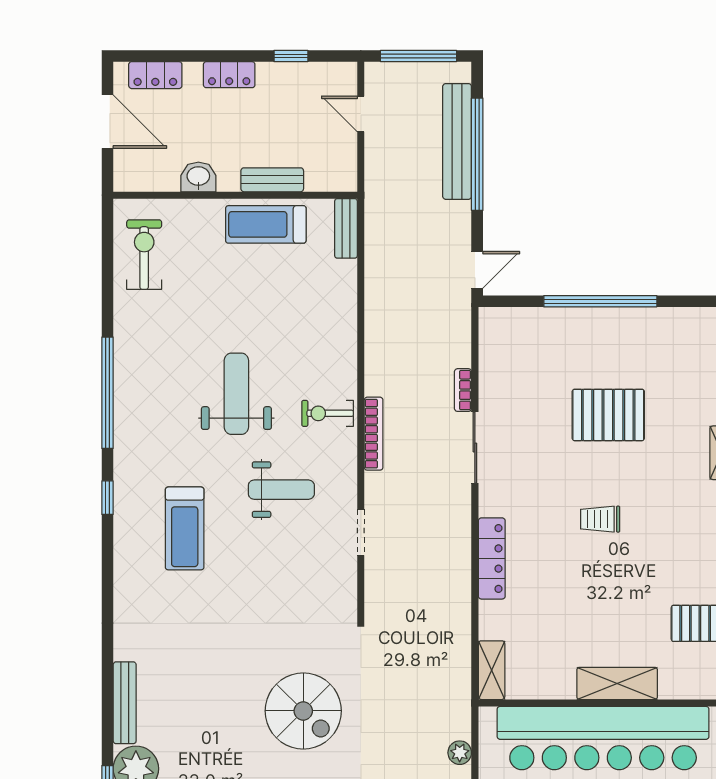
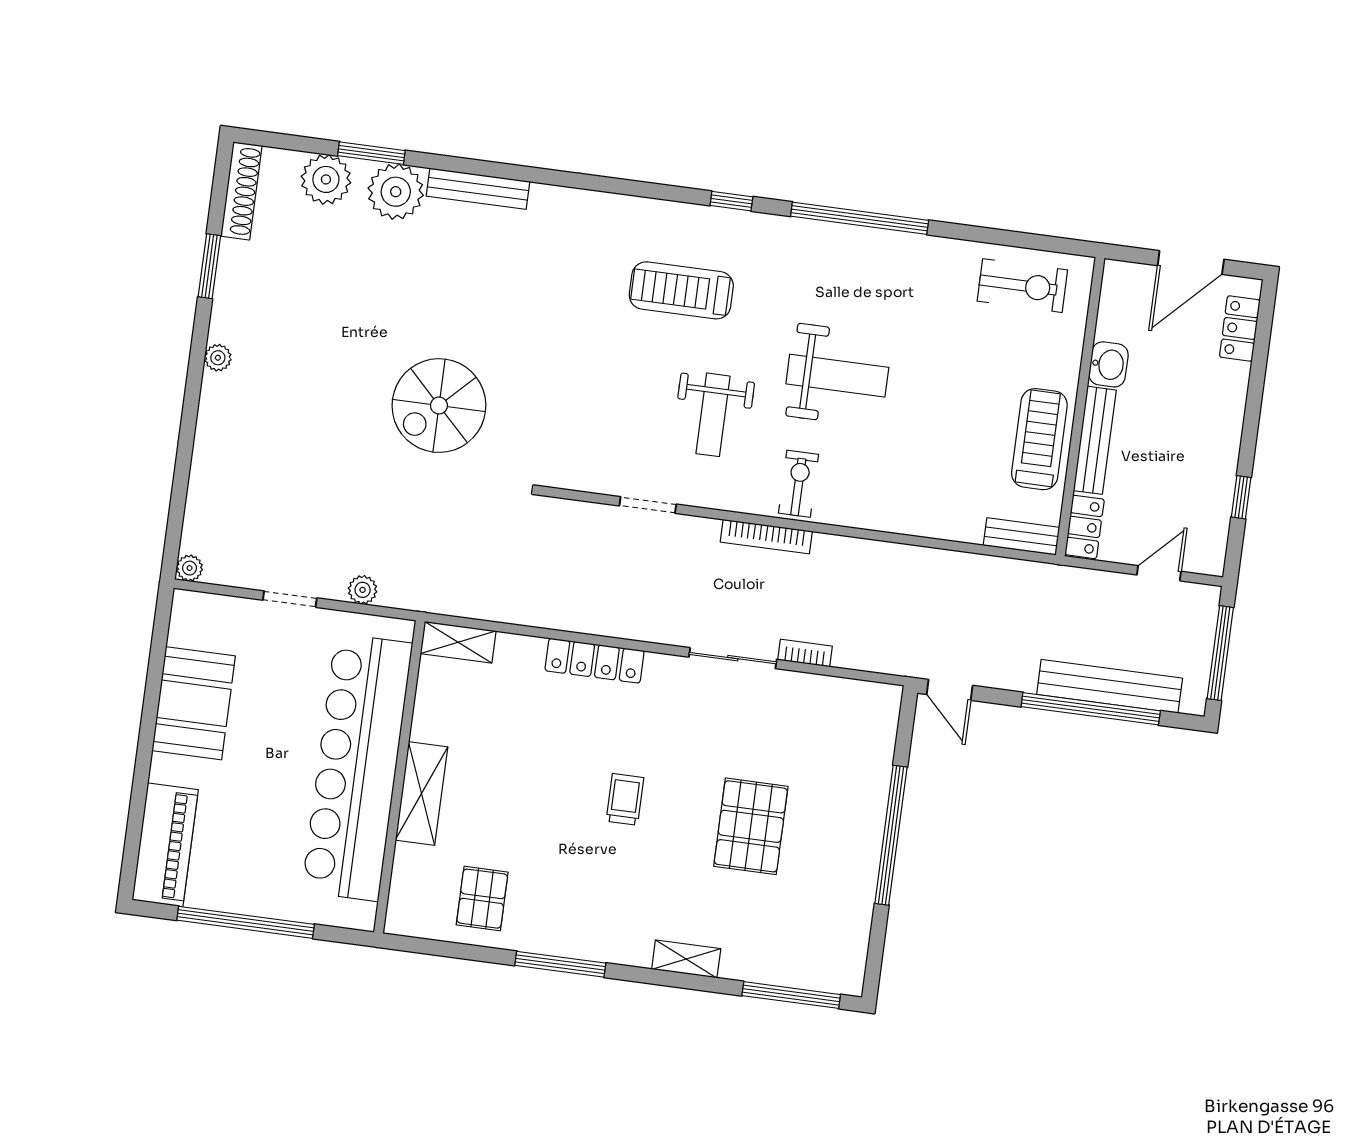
locker: (229, 75) -> (1084, 527), moved, turned 180
bench: (272, 180) -> (1095, 440), width x1.36

